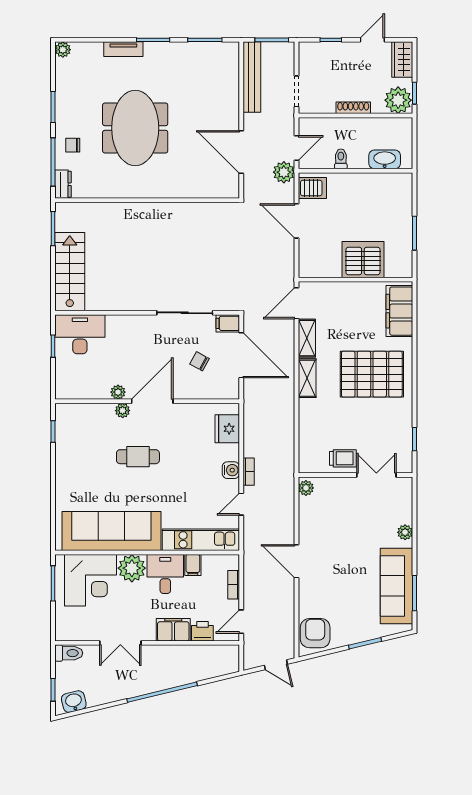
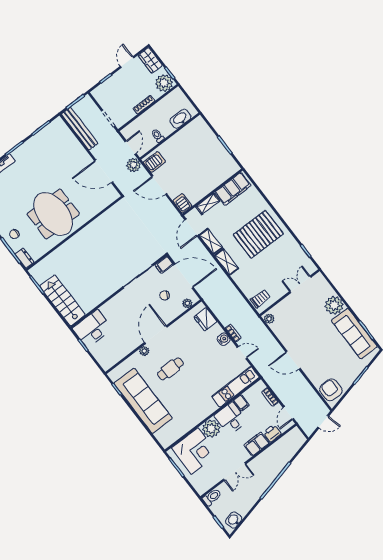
meeting table: (135, 128) -> (53, 214), moved
server rack: (363, 260) -> (182, 203), moved, width x0.46, depth x0.70
shelving: (339, 289) -> (208, 204), added
filing cabinet: (399, 311) -> (233, 189), moved, turned -90
plant: (118, 392) -> (187, 303), moved
trolley: (343, 458) -> (260, 299), moved
door: (241, 504) -> (242, 353), swing flipped
sofa: (111, 531) -> (143, 401), moved, turned 90
plant: (405, 532) -> (334, 305), width x1.88, depth x1.88

